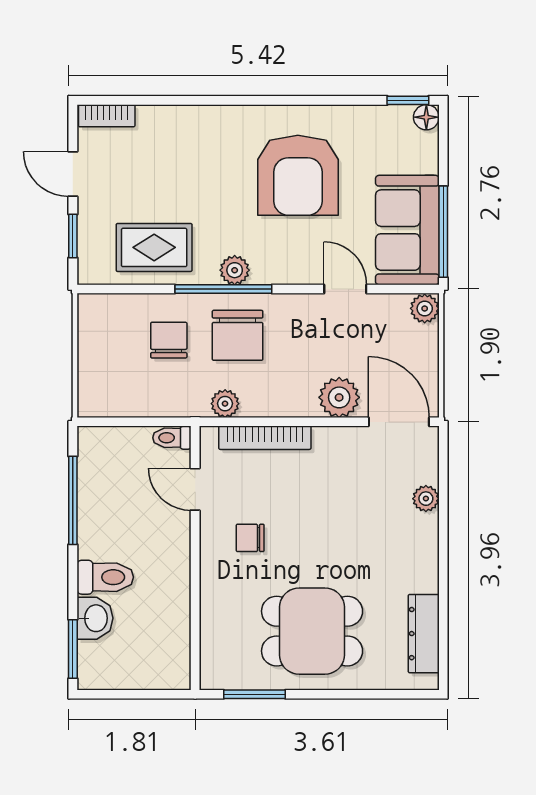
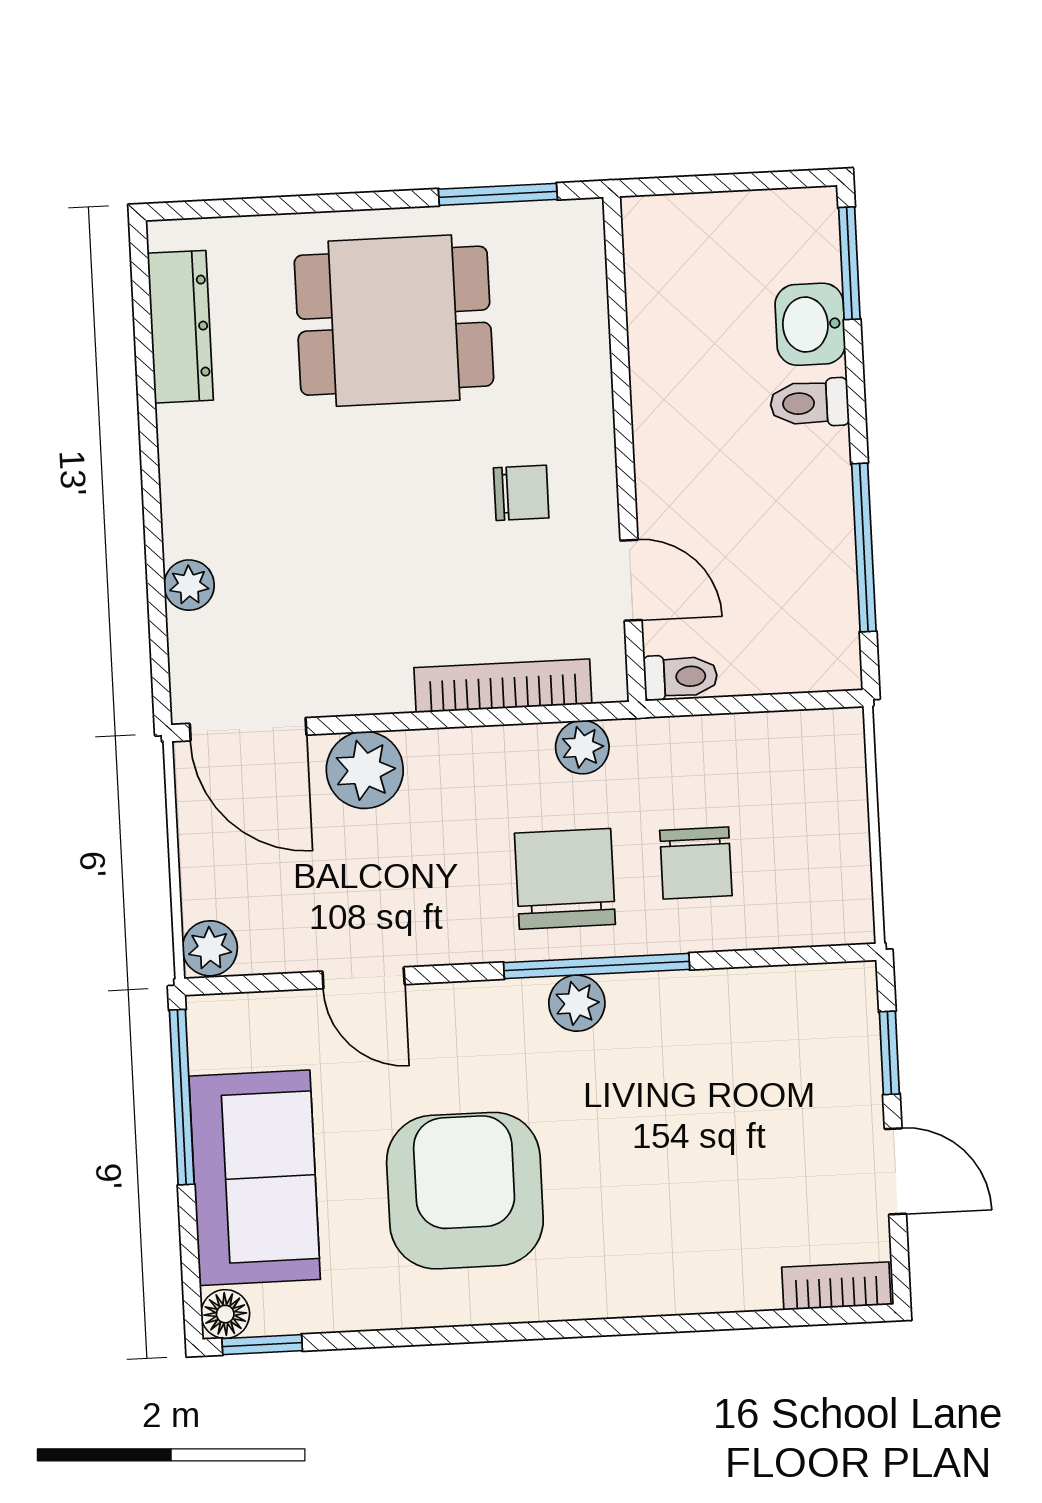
sofa: (407, 230) -> (255, 1178), moved
rug: (154, 247) -> (733, 1039), removed
toilet: (105, 577) -> (809, 403), width x0.73, depth x0.72

